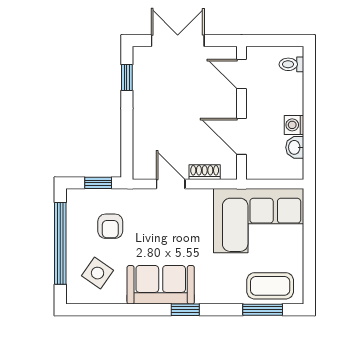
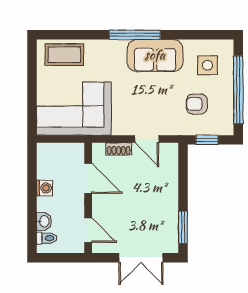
window: (127, 77) -> (183, 227), width x1.50
washbasin: (295, 147) -> (44, 221), moved
armchair: (110, 226) -> (197, 104), turned -90
side table: (97, 273) -> (207, 65), turned -35
window: (185, 310) -> (135, 35), width x2.17
window: (263, 310) -> (71, 35), removed

